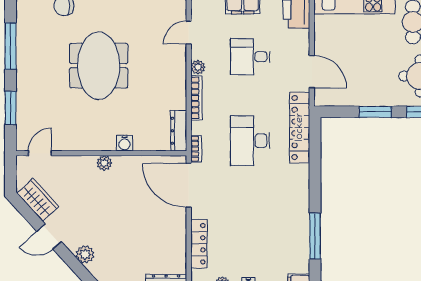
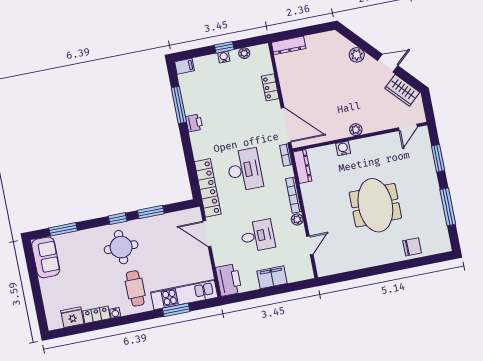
printer: (301, 210) -> (194, 123), added
locker: (199, 244) -> (270, 87), width x0.66

